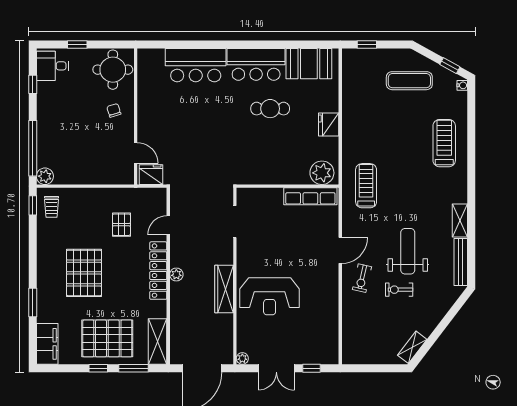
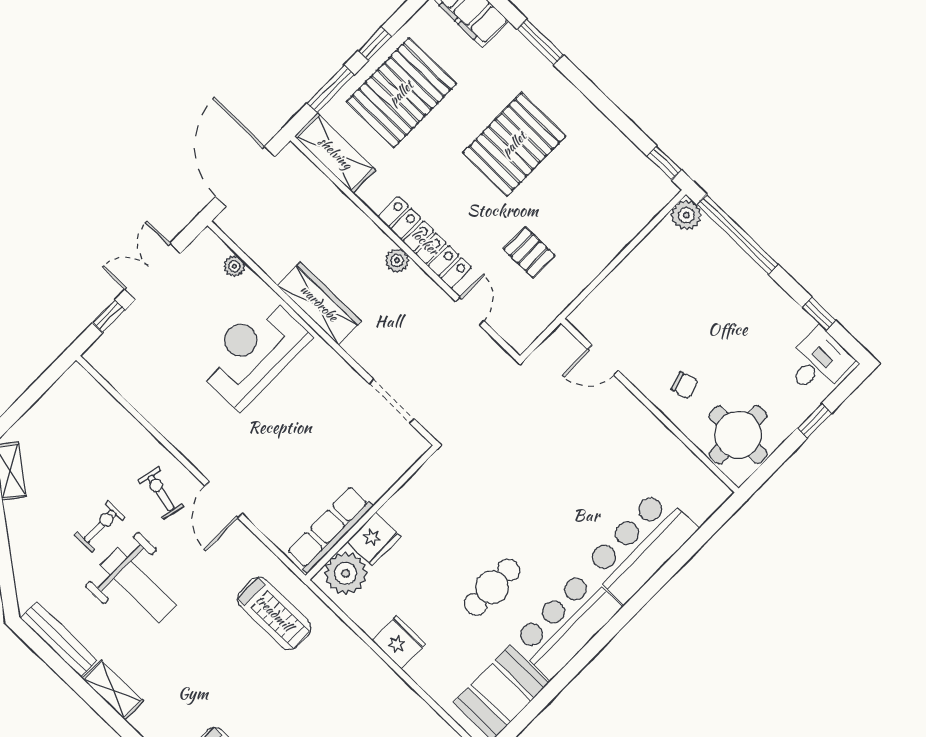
fridge: (151, 175) -> (374, 539), moved
trolley: (51, 207) -> (639, 185), removed
pallet: (84, 273) -> (514, 144), turned 90
plant: (242, 358) -> (234, 266), moved

